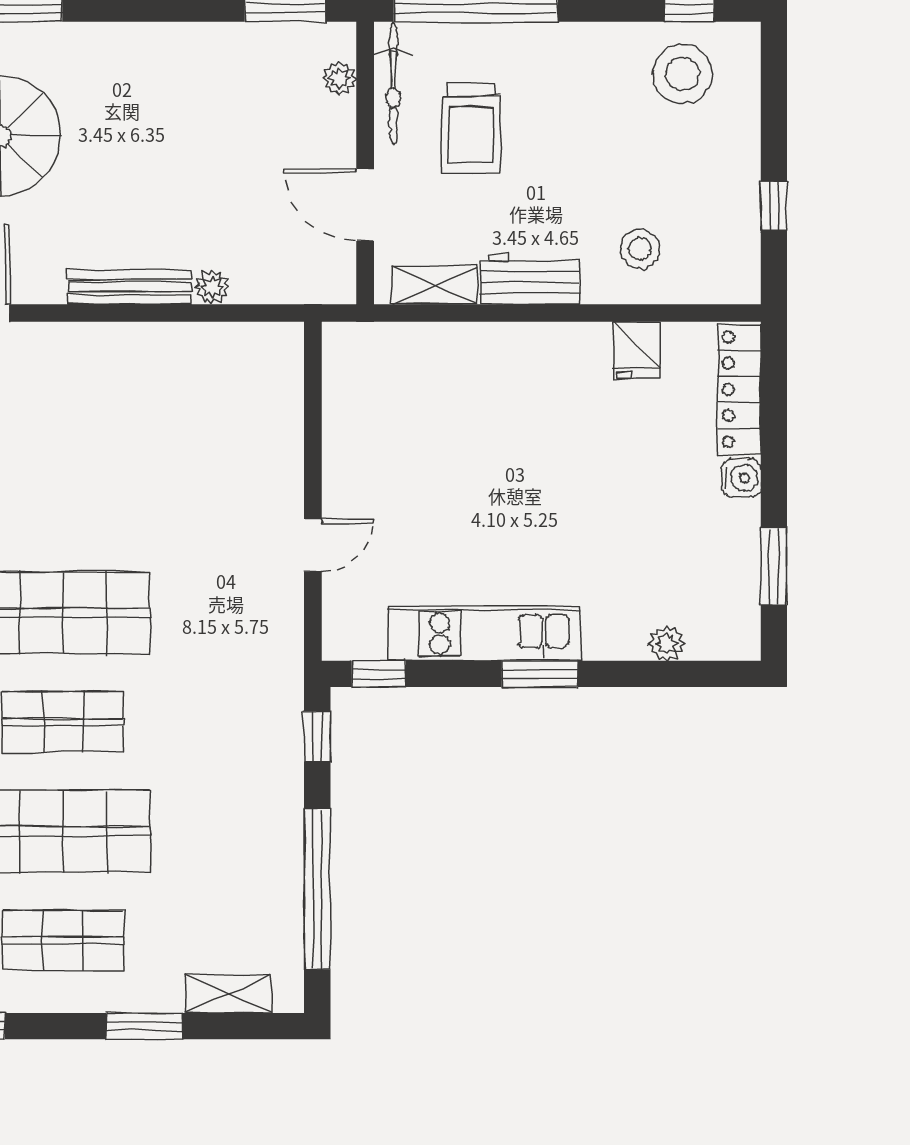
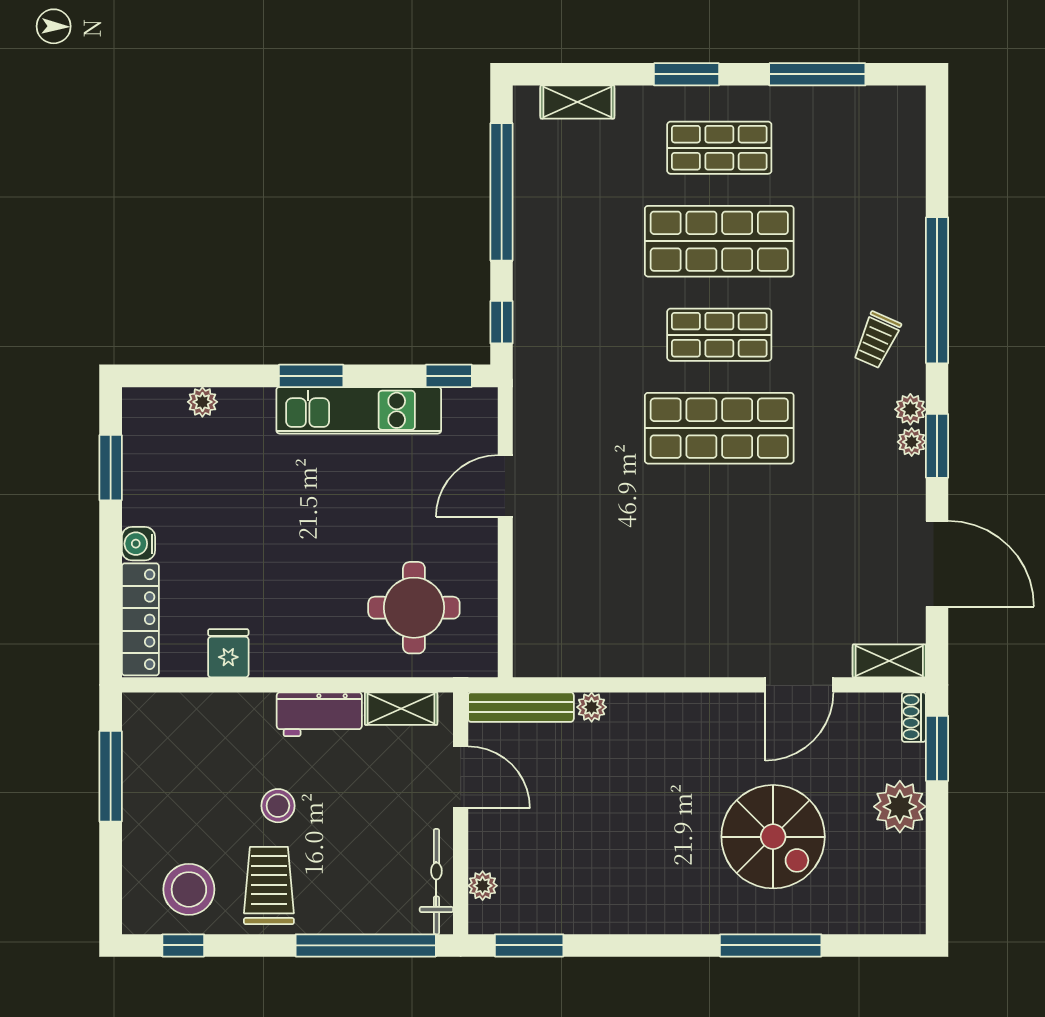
trolley: (471, 129) -> (269, 885), moved
window: (774, 206) -> (111, 776), width x2.17
stool: (640, 249) -> (278, 806), moved
bench: (130, 287) -> (521, 707), moved
round table: (420, 403) -> (414, 608), added
door: (313, 545) -> (505, 486), width x1.37
window: (144, 1026) -> (686, 74), moved

